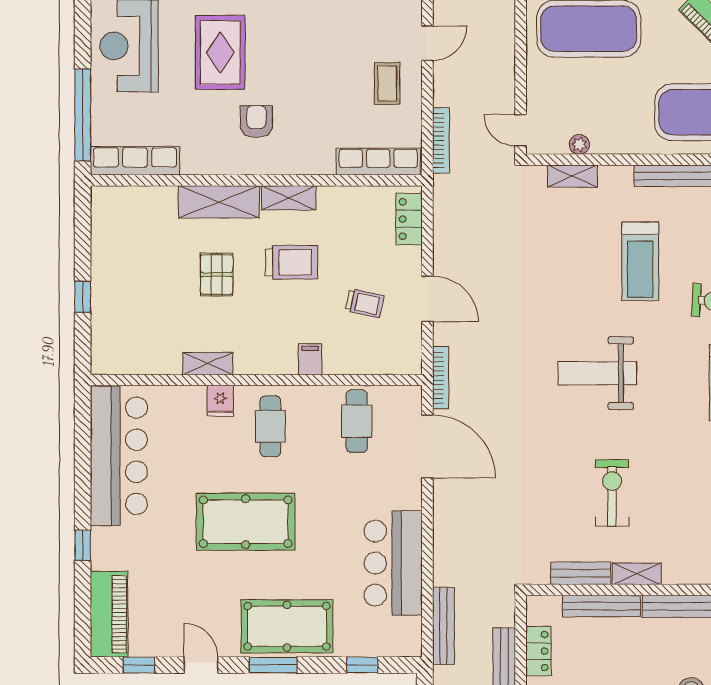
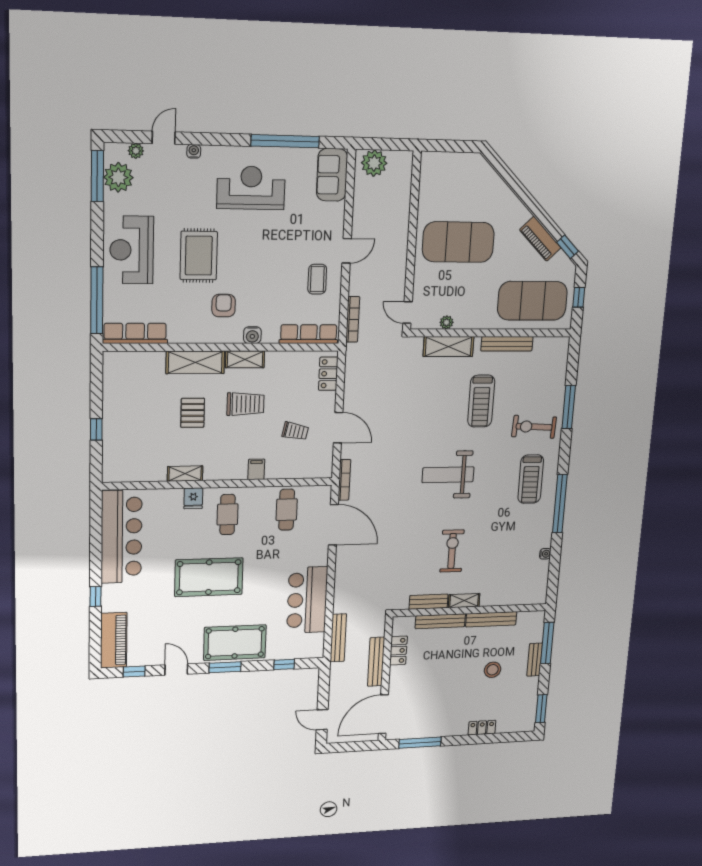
water cooler: (298, 163) -> (252, 335), added
shelving: (572, 176) -> (448, 346), width x1.50, depth x1.33

